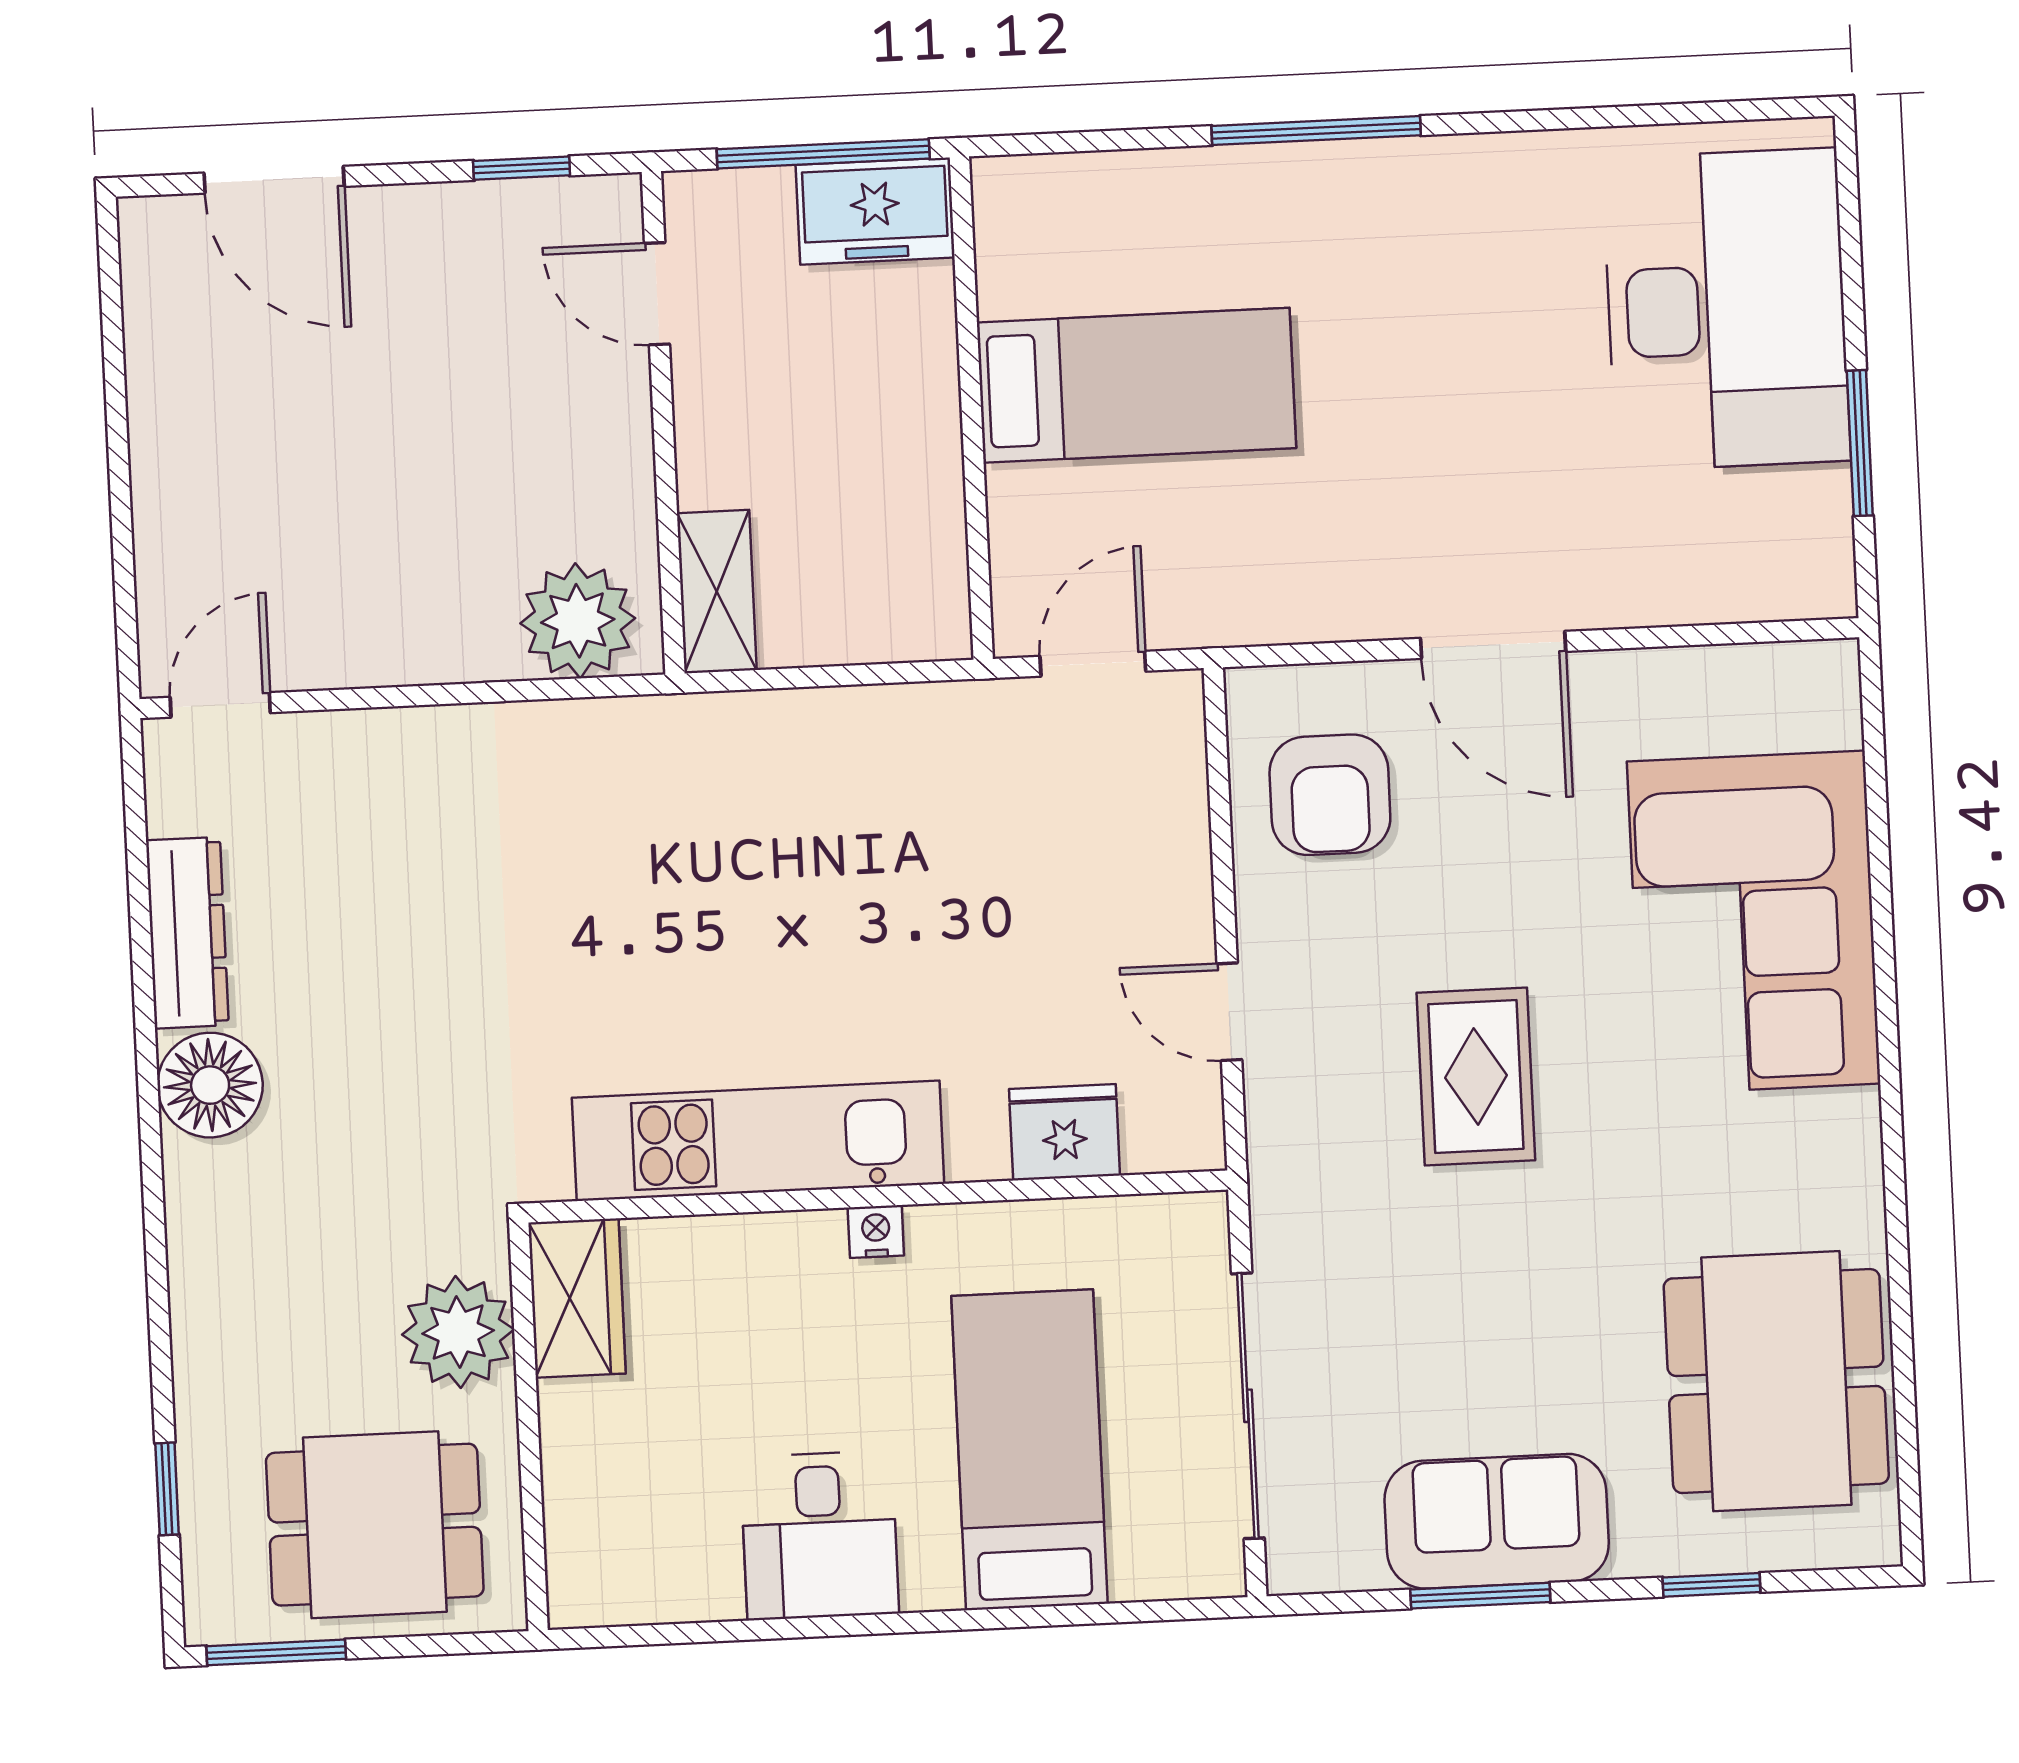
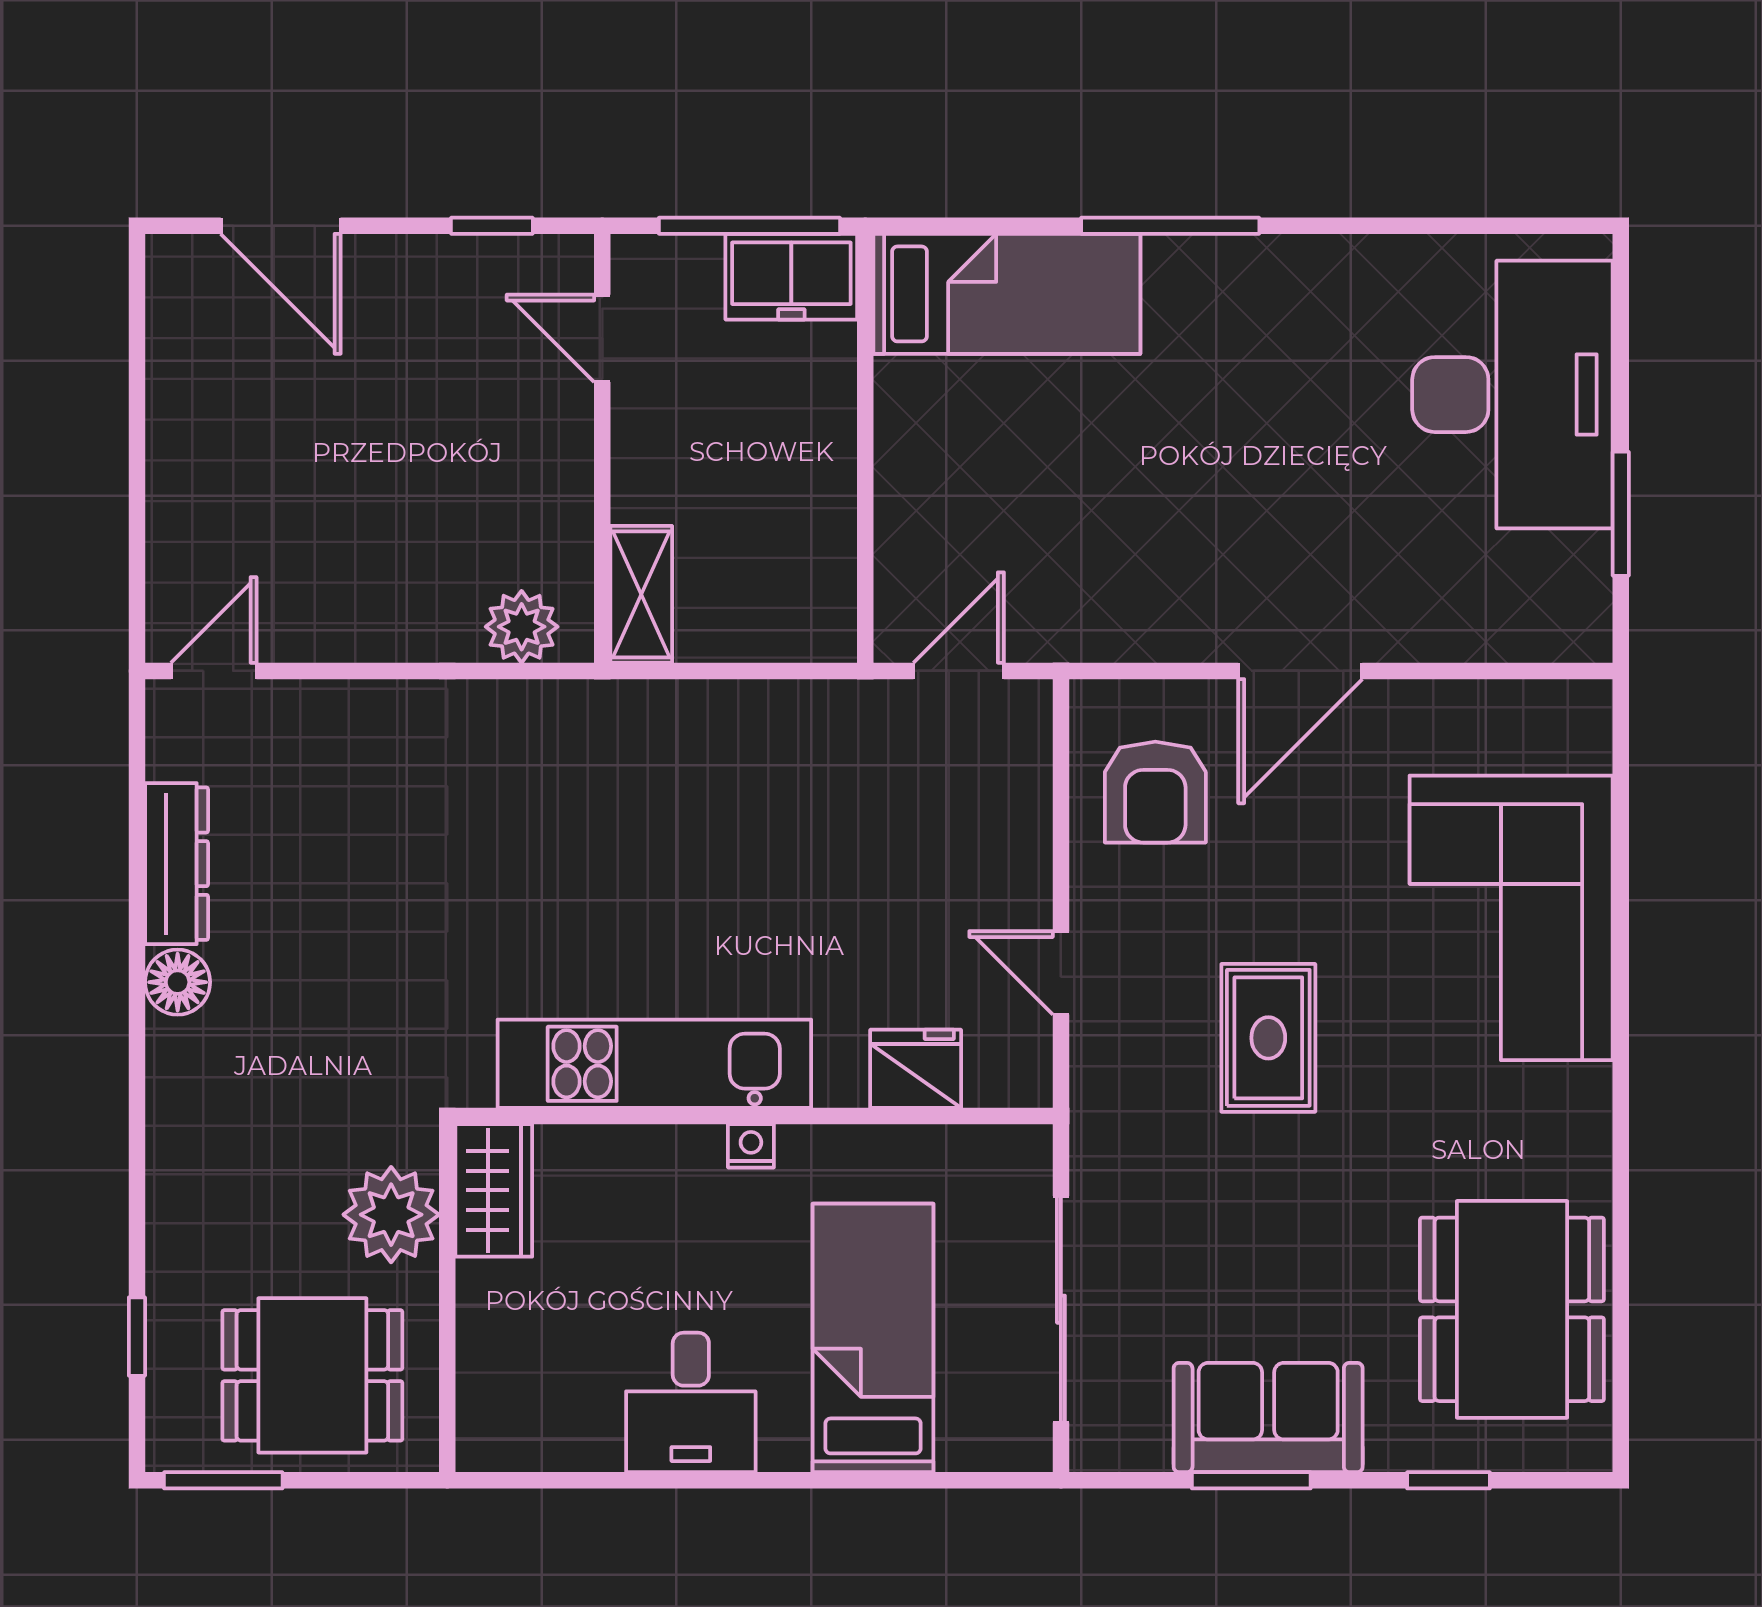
bed: (1136, 385) -> (1007, 294), moved
plant: (578, 621) -> (522, 627), width x0.73, depth x0.73
door: (1493, 645) -> (1300, 671), hinge flipped
floor lamp: (210, 1085) -> (178, 982), width x0.73, depth x0.73

